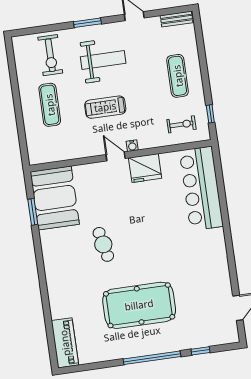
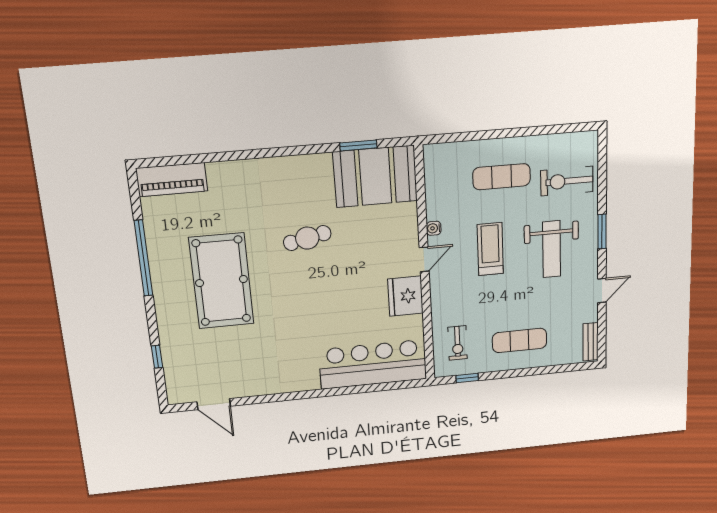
water cooler: (132, 146) -> (434, 228), moved
window: (152, 358) -> (143, 258), moved

